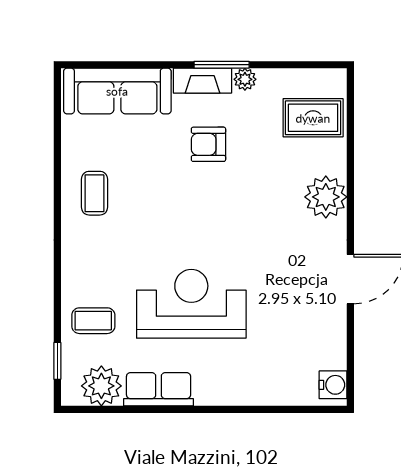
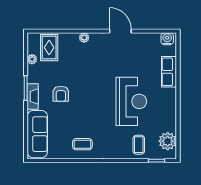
plant: (245, 79) -> (32, 59), moved
plant: (326, 197) -> (84, 38), width x0.53, depth x0.53
reception desk: (191, 304) -> (131, 101), turned 180
row of seats: (159, 389) -> (169, 72), moved

